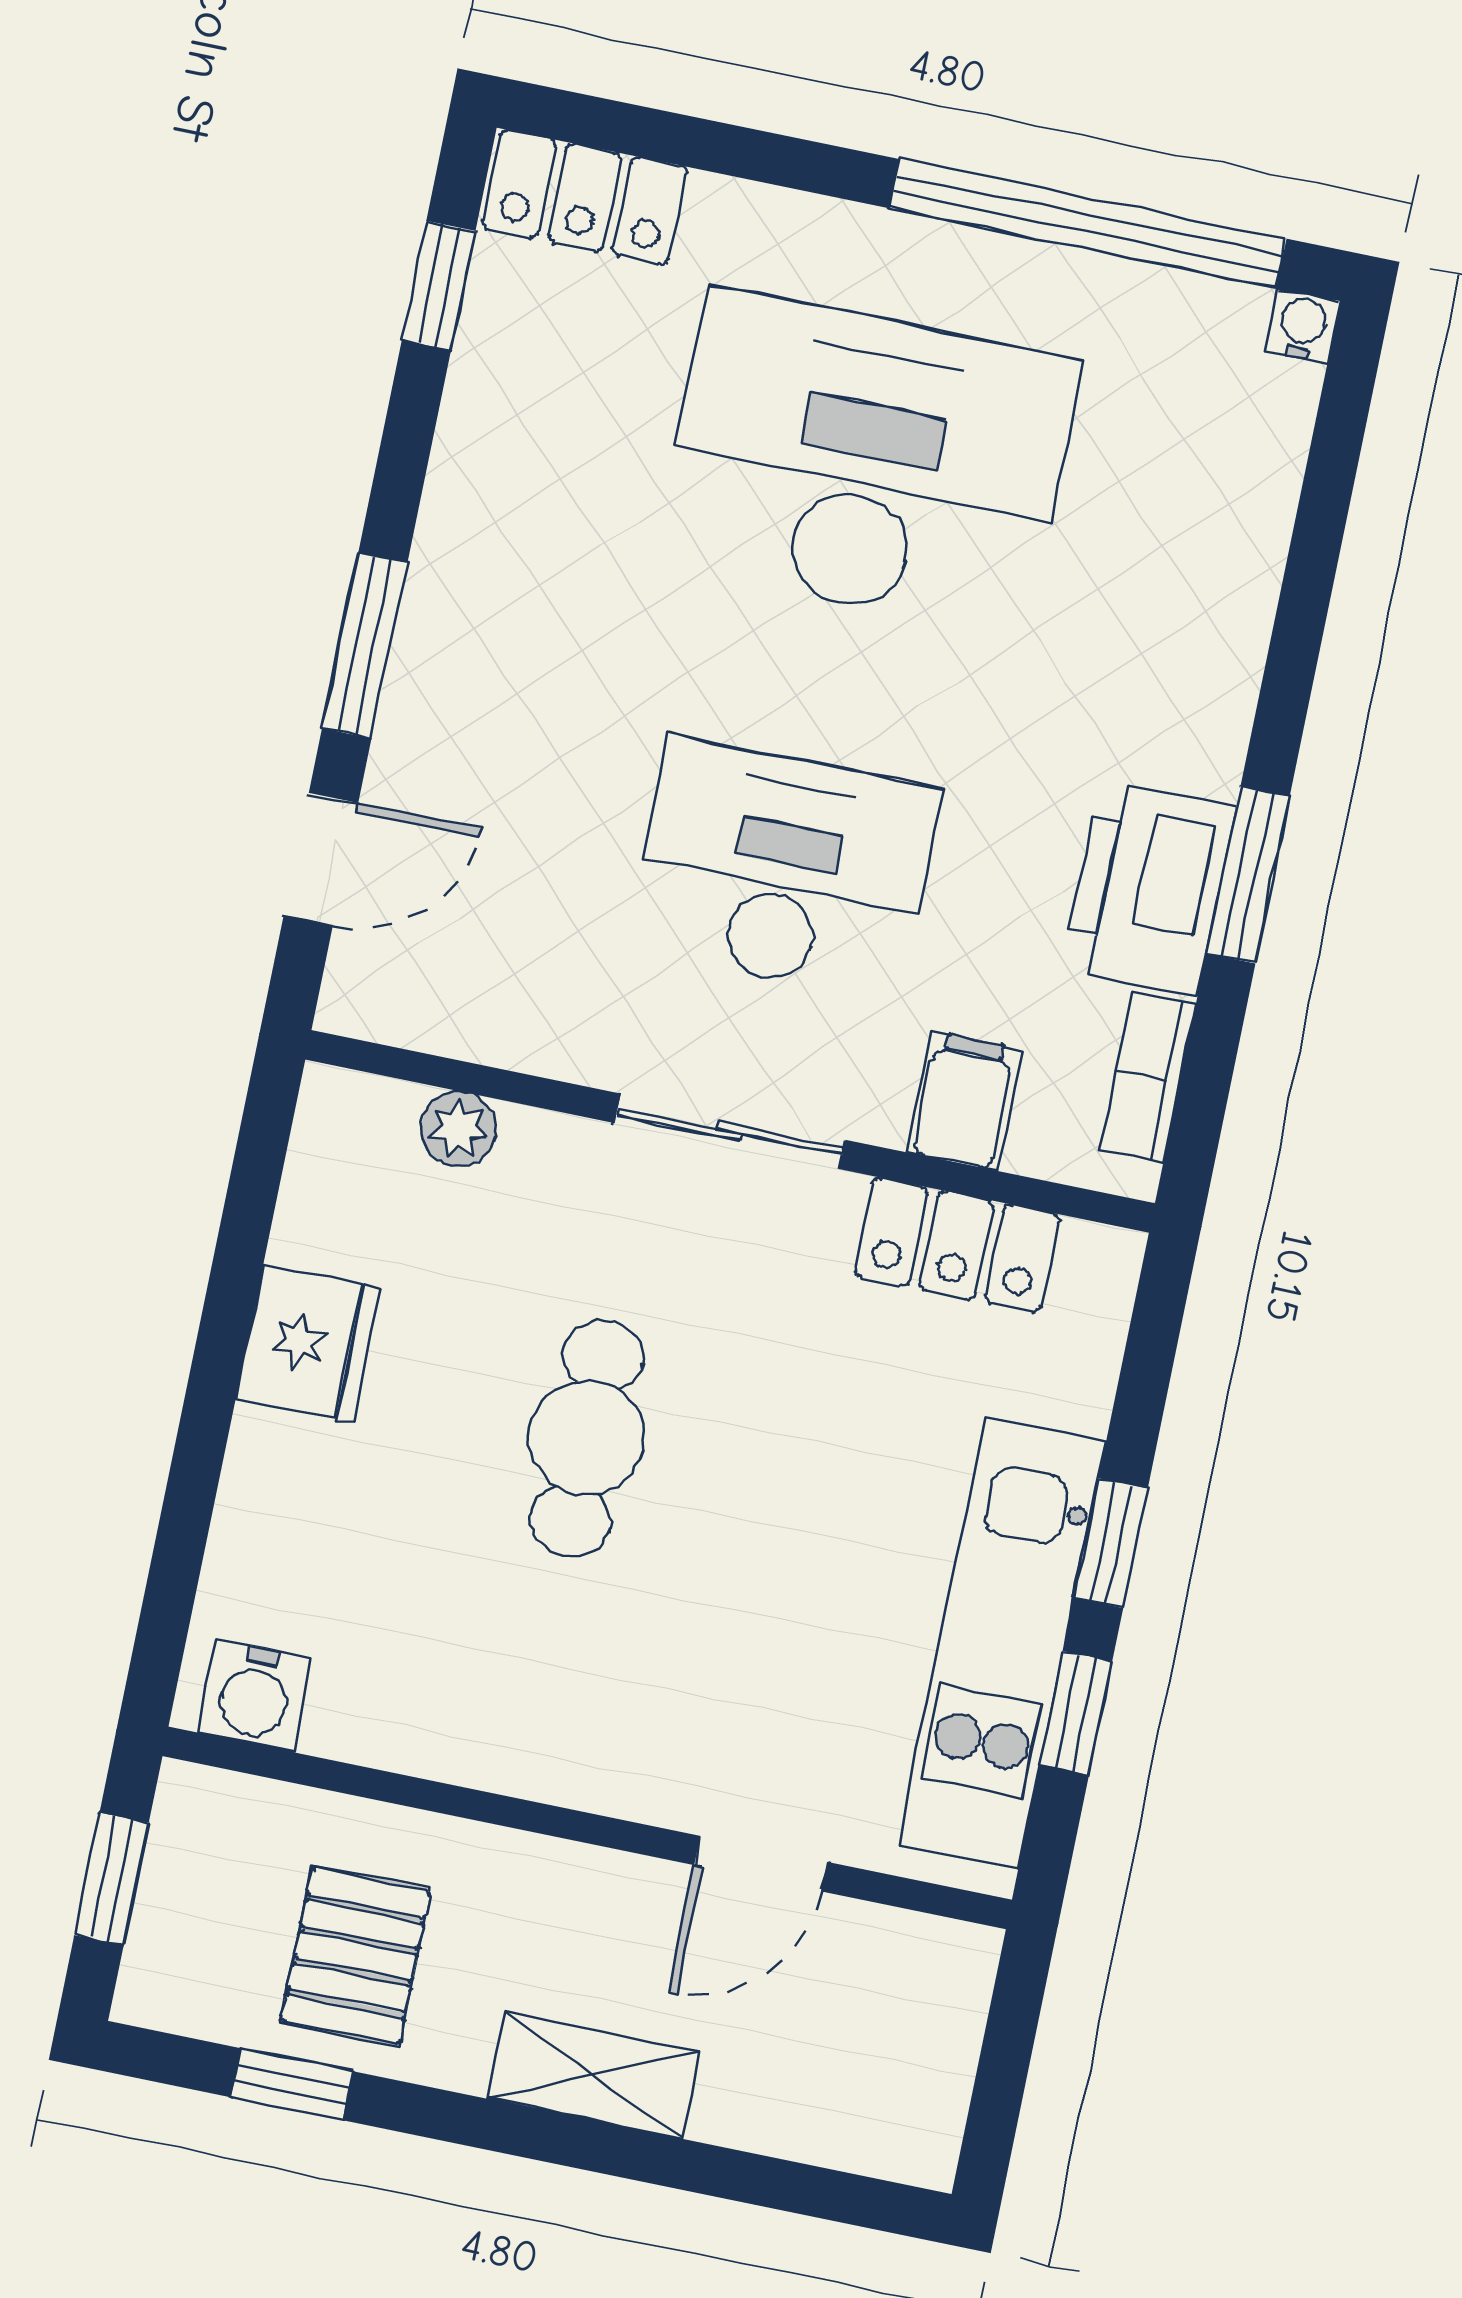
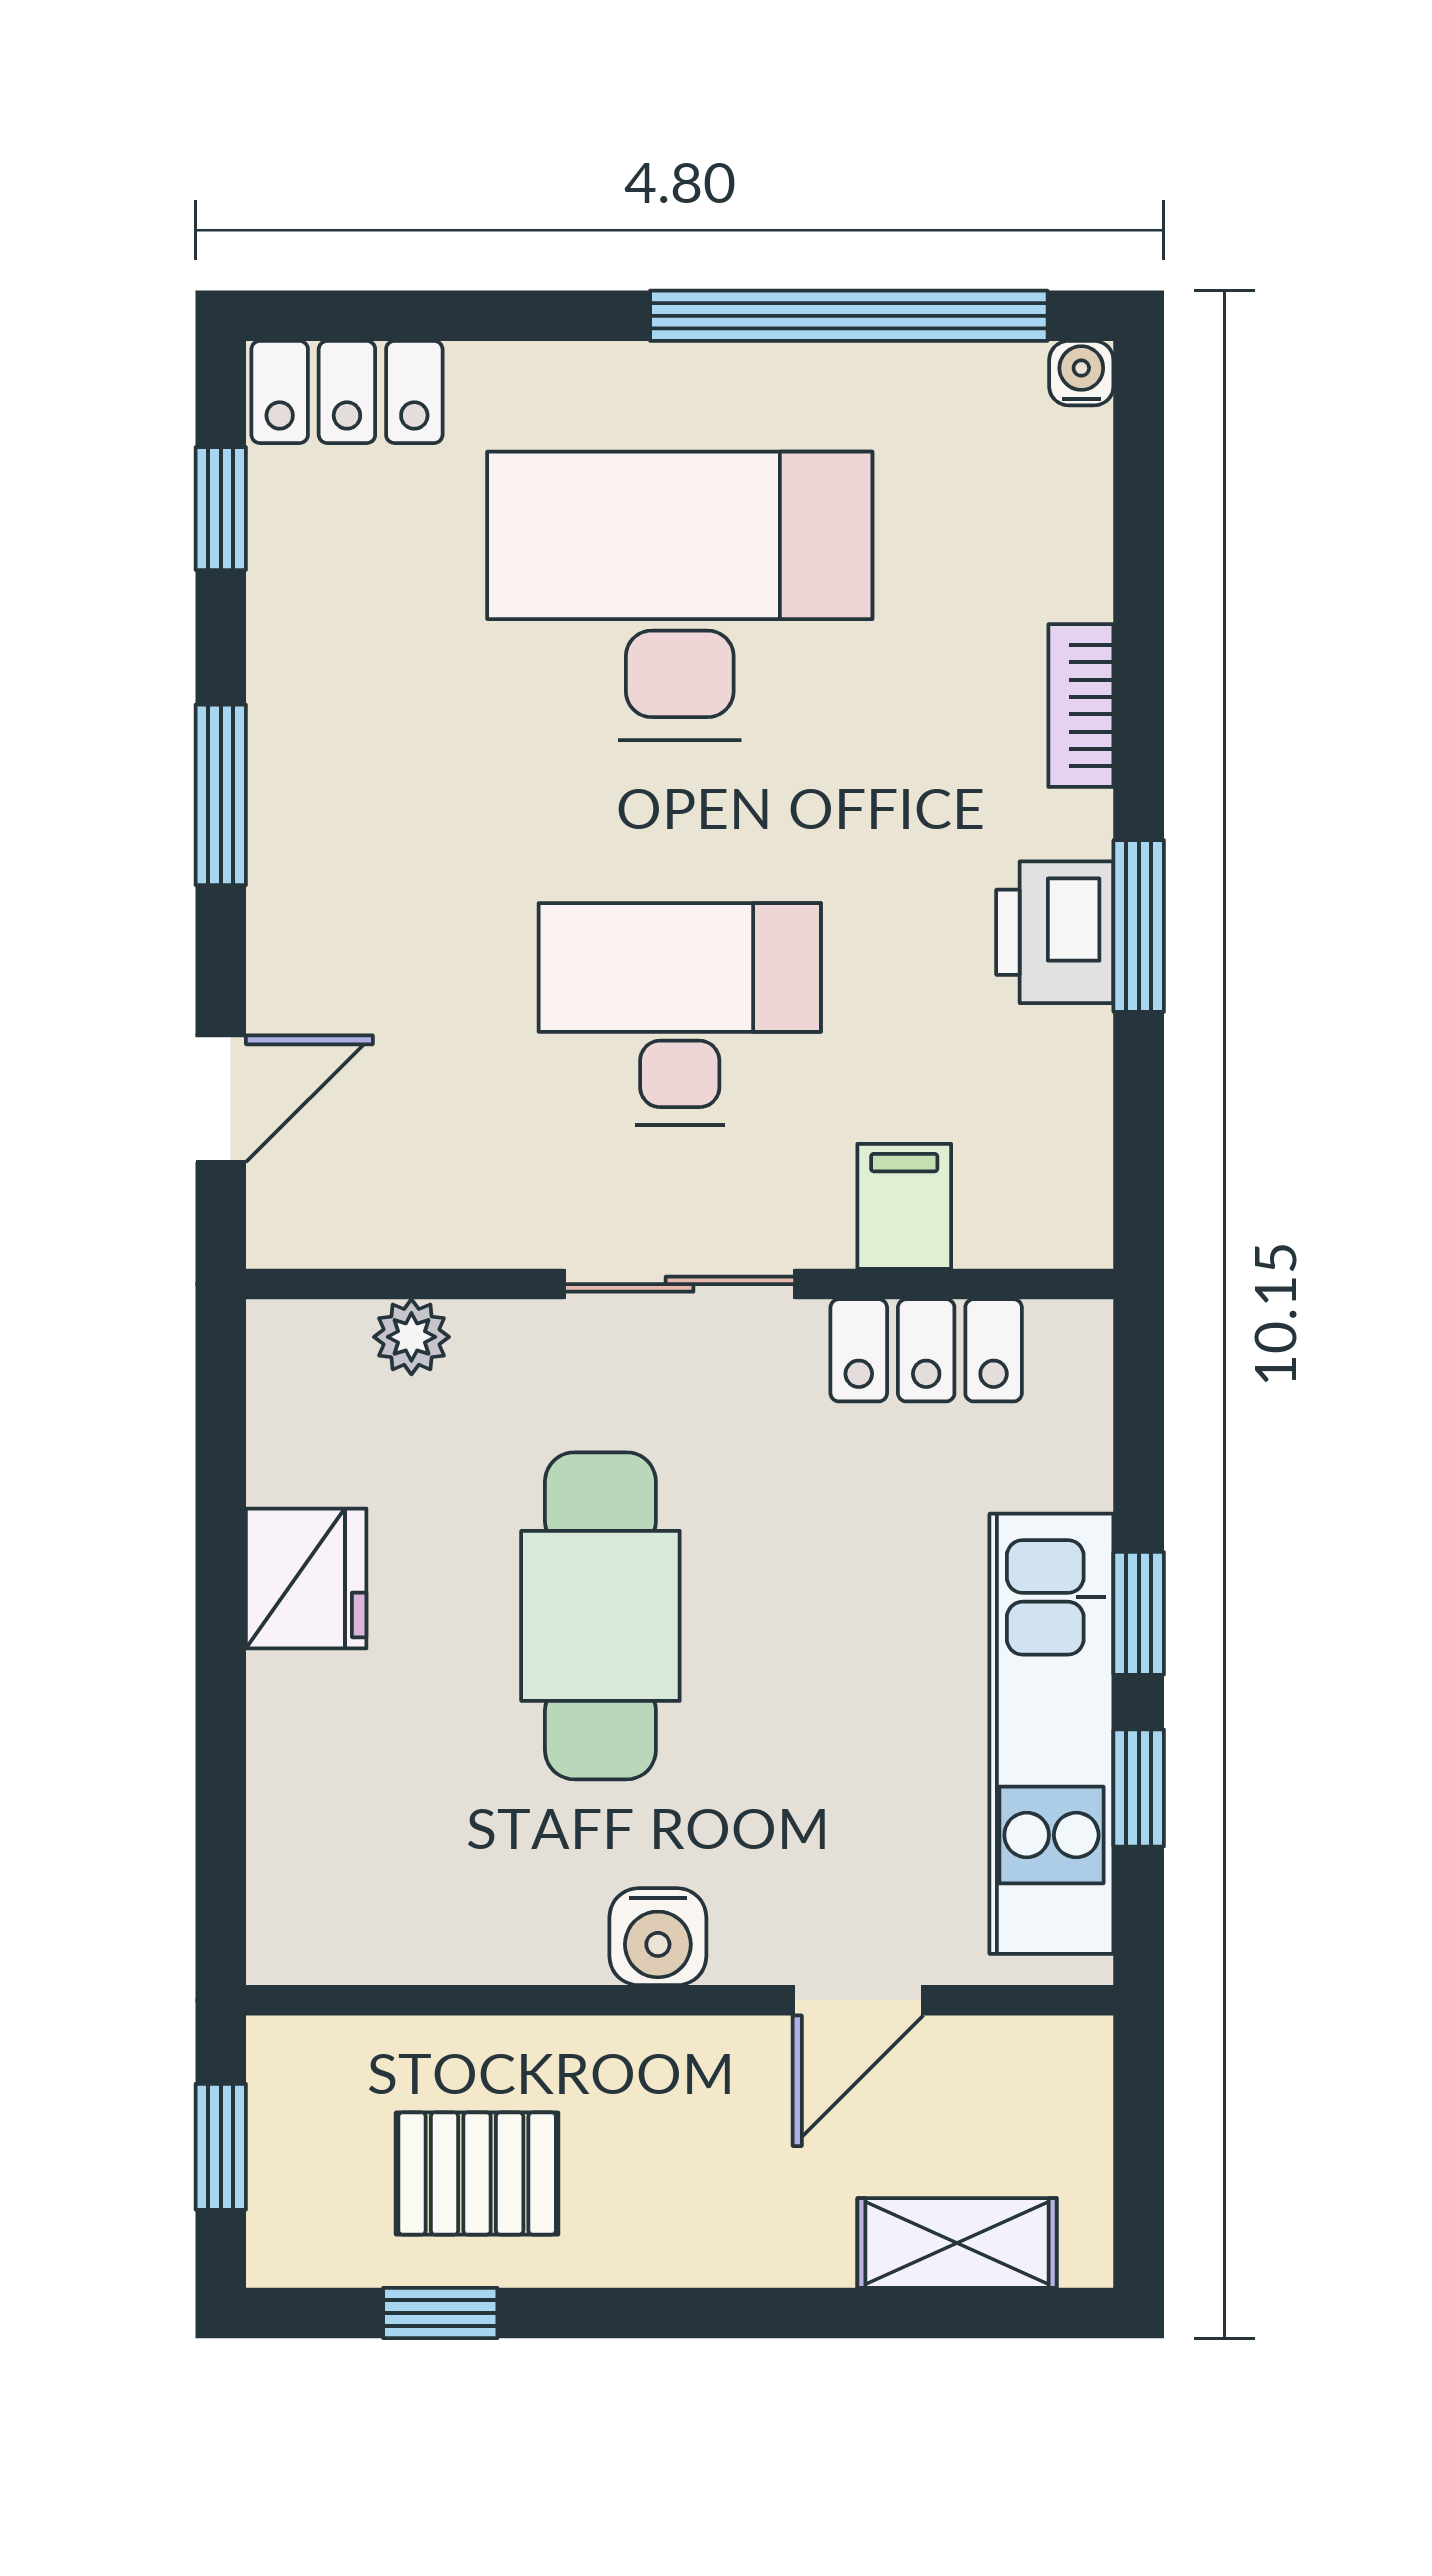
window: (365, 645) -> (221, 795), moved
printer: (1149, 888) -> (1055, 932), width x0.73, depth x0.84
bookcase: (1148, 1077) -> (1081, 706), moved
cafe table: (587, 1438) -> (600, 1616), width x1.37, depth x1.35
water cooler: (255, 1695) -> (658, 1937), moved
pallet: (356, 1956) -> (477, 2173), turned 90
shelving: (593, 2075) -> (957, 2243), moved

